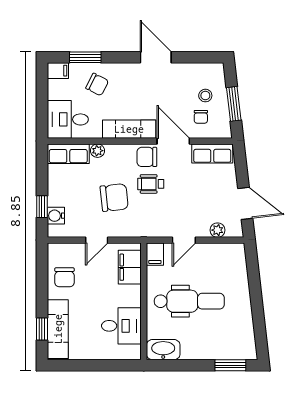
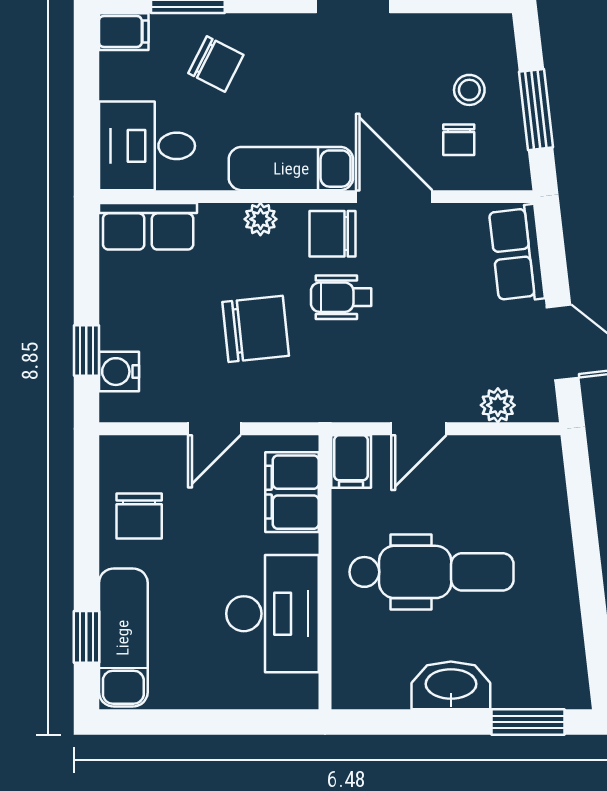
plant: (97, 151) -> (260, 219), moved
row of seats: (212, 154) -> (517, 254), moved, turned 83
desk: (121, 326) -> (272, 614), width x1.37
washbasin: (163, 350) -> (451, 685), moved

